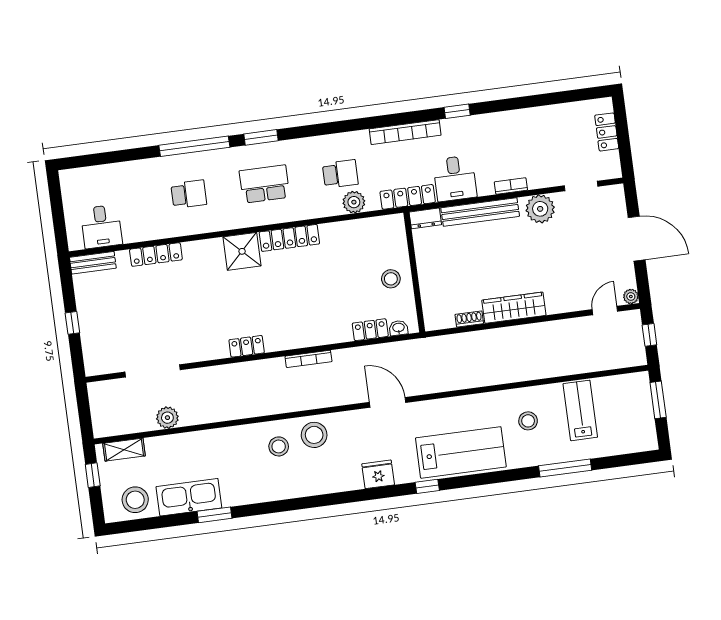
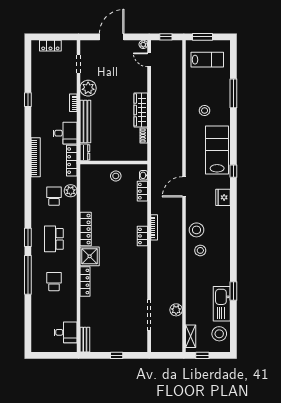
window: (457, 111) -> (28, 100), moved
locker: (156, 255) -> (85, 281), moved
locker: (247, 346) -> (142, 236), moved
lab bench: (580, 410) -> (207, 60), moved, turned 180

